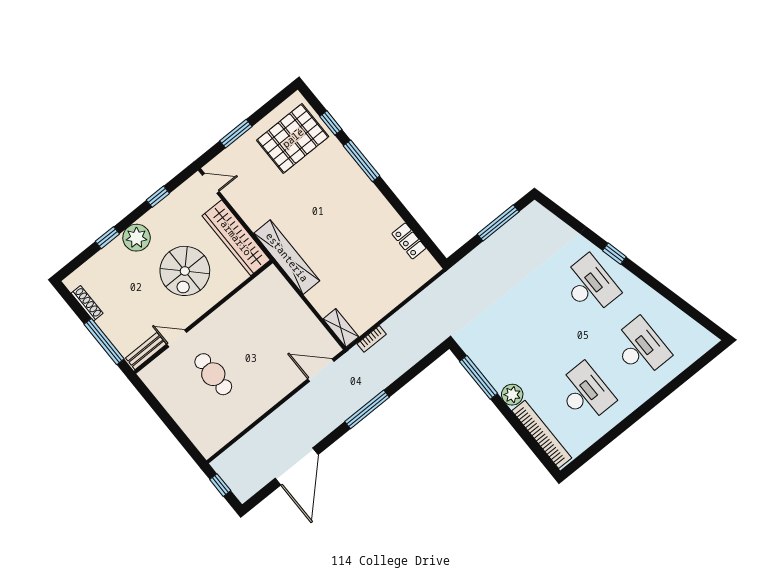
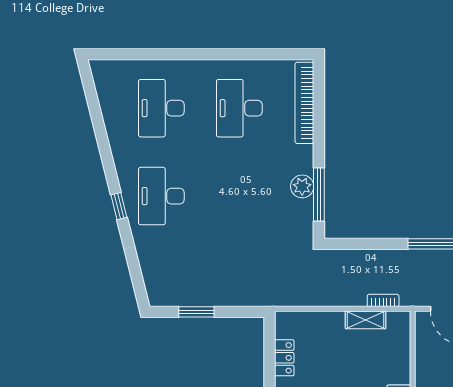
window: (498, 223) -> (196, 312), width x0.69
shelving: (341, 328) -> (366, 320), moved, turned 90
plant: (512, 395) -> (302, 186), moved

